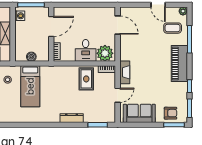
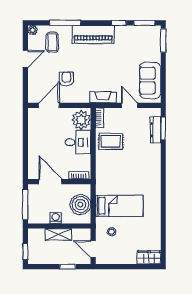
washing machine: (20, 16) -> (56, 218), moved
boiler: (31, 57) -> (80, 205), width x1.86, depth x1.86
armchair: (170, 113) -> (66, 79), moved
dresser: (72, 118) -> (156, 130), moved

